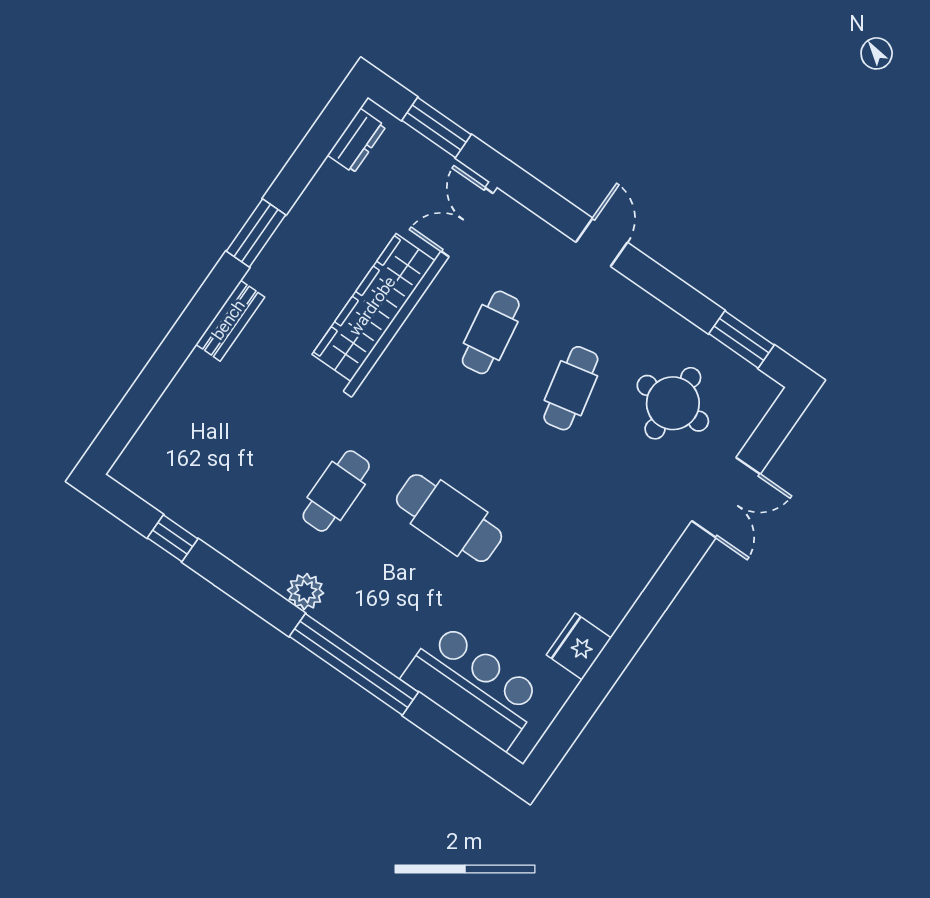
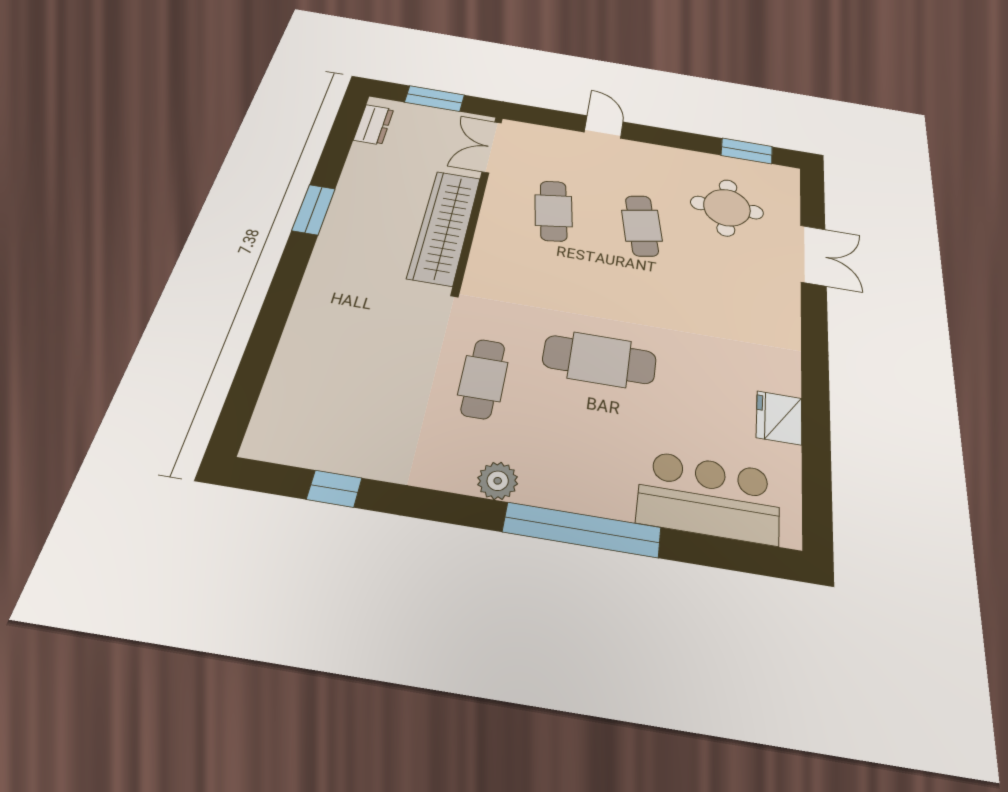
bench: (230, 321) -> (317, 280), removed

